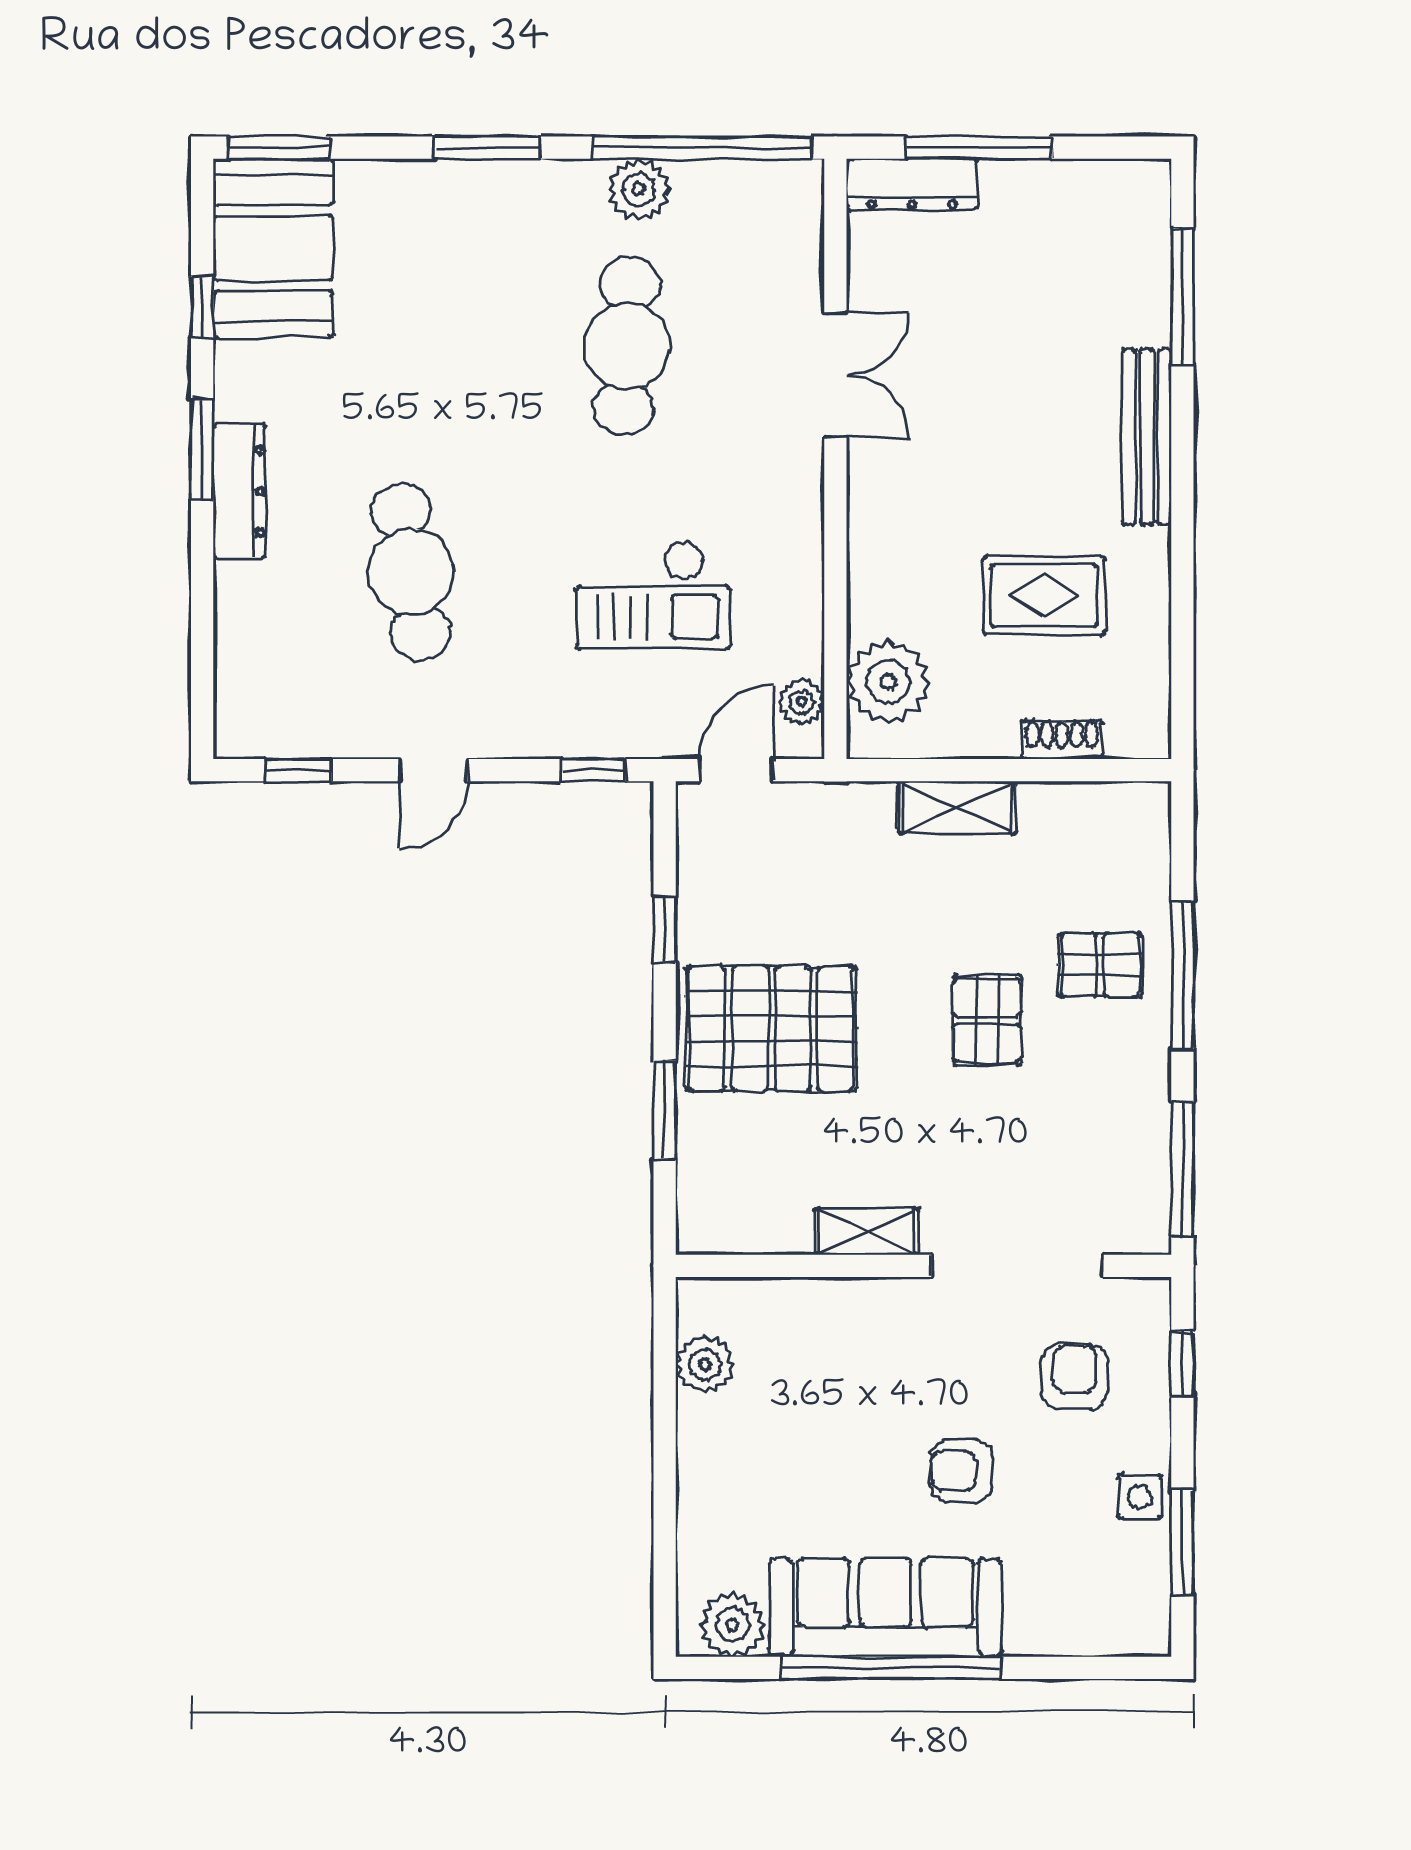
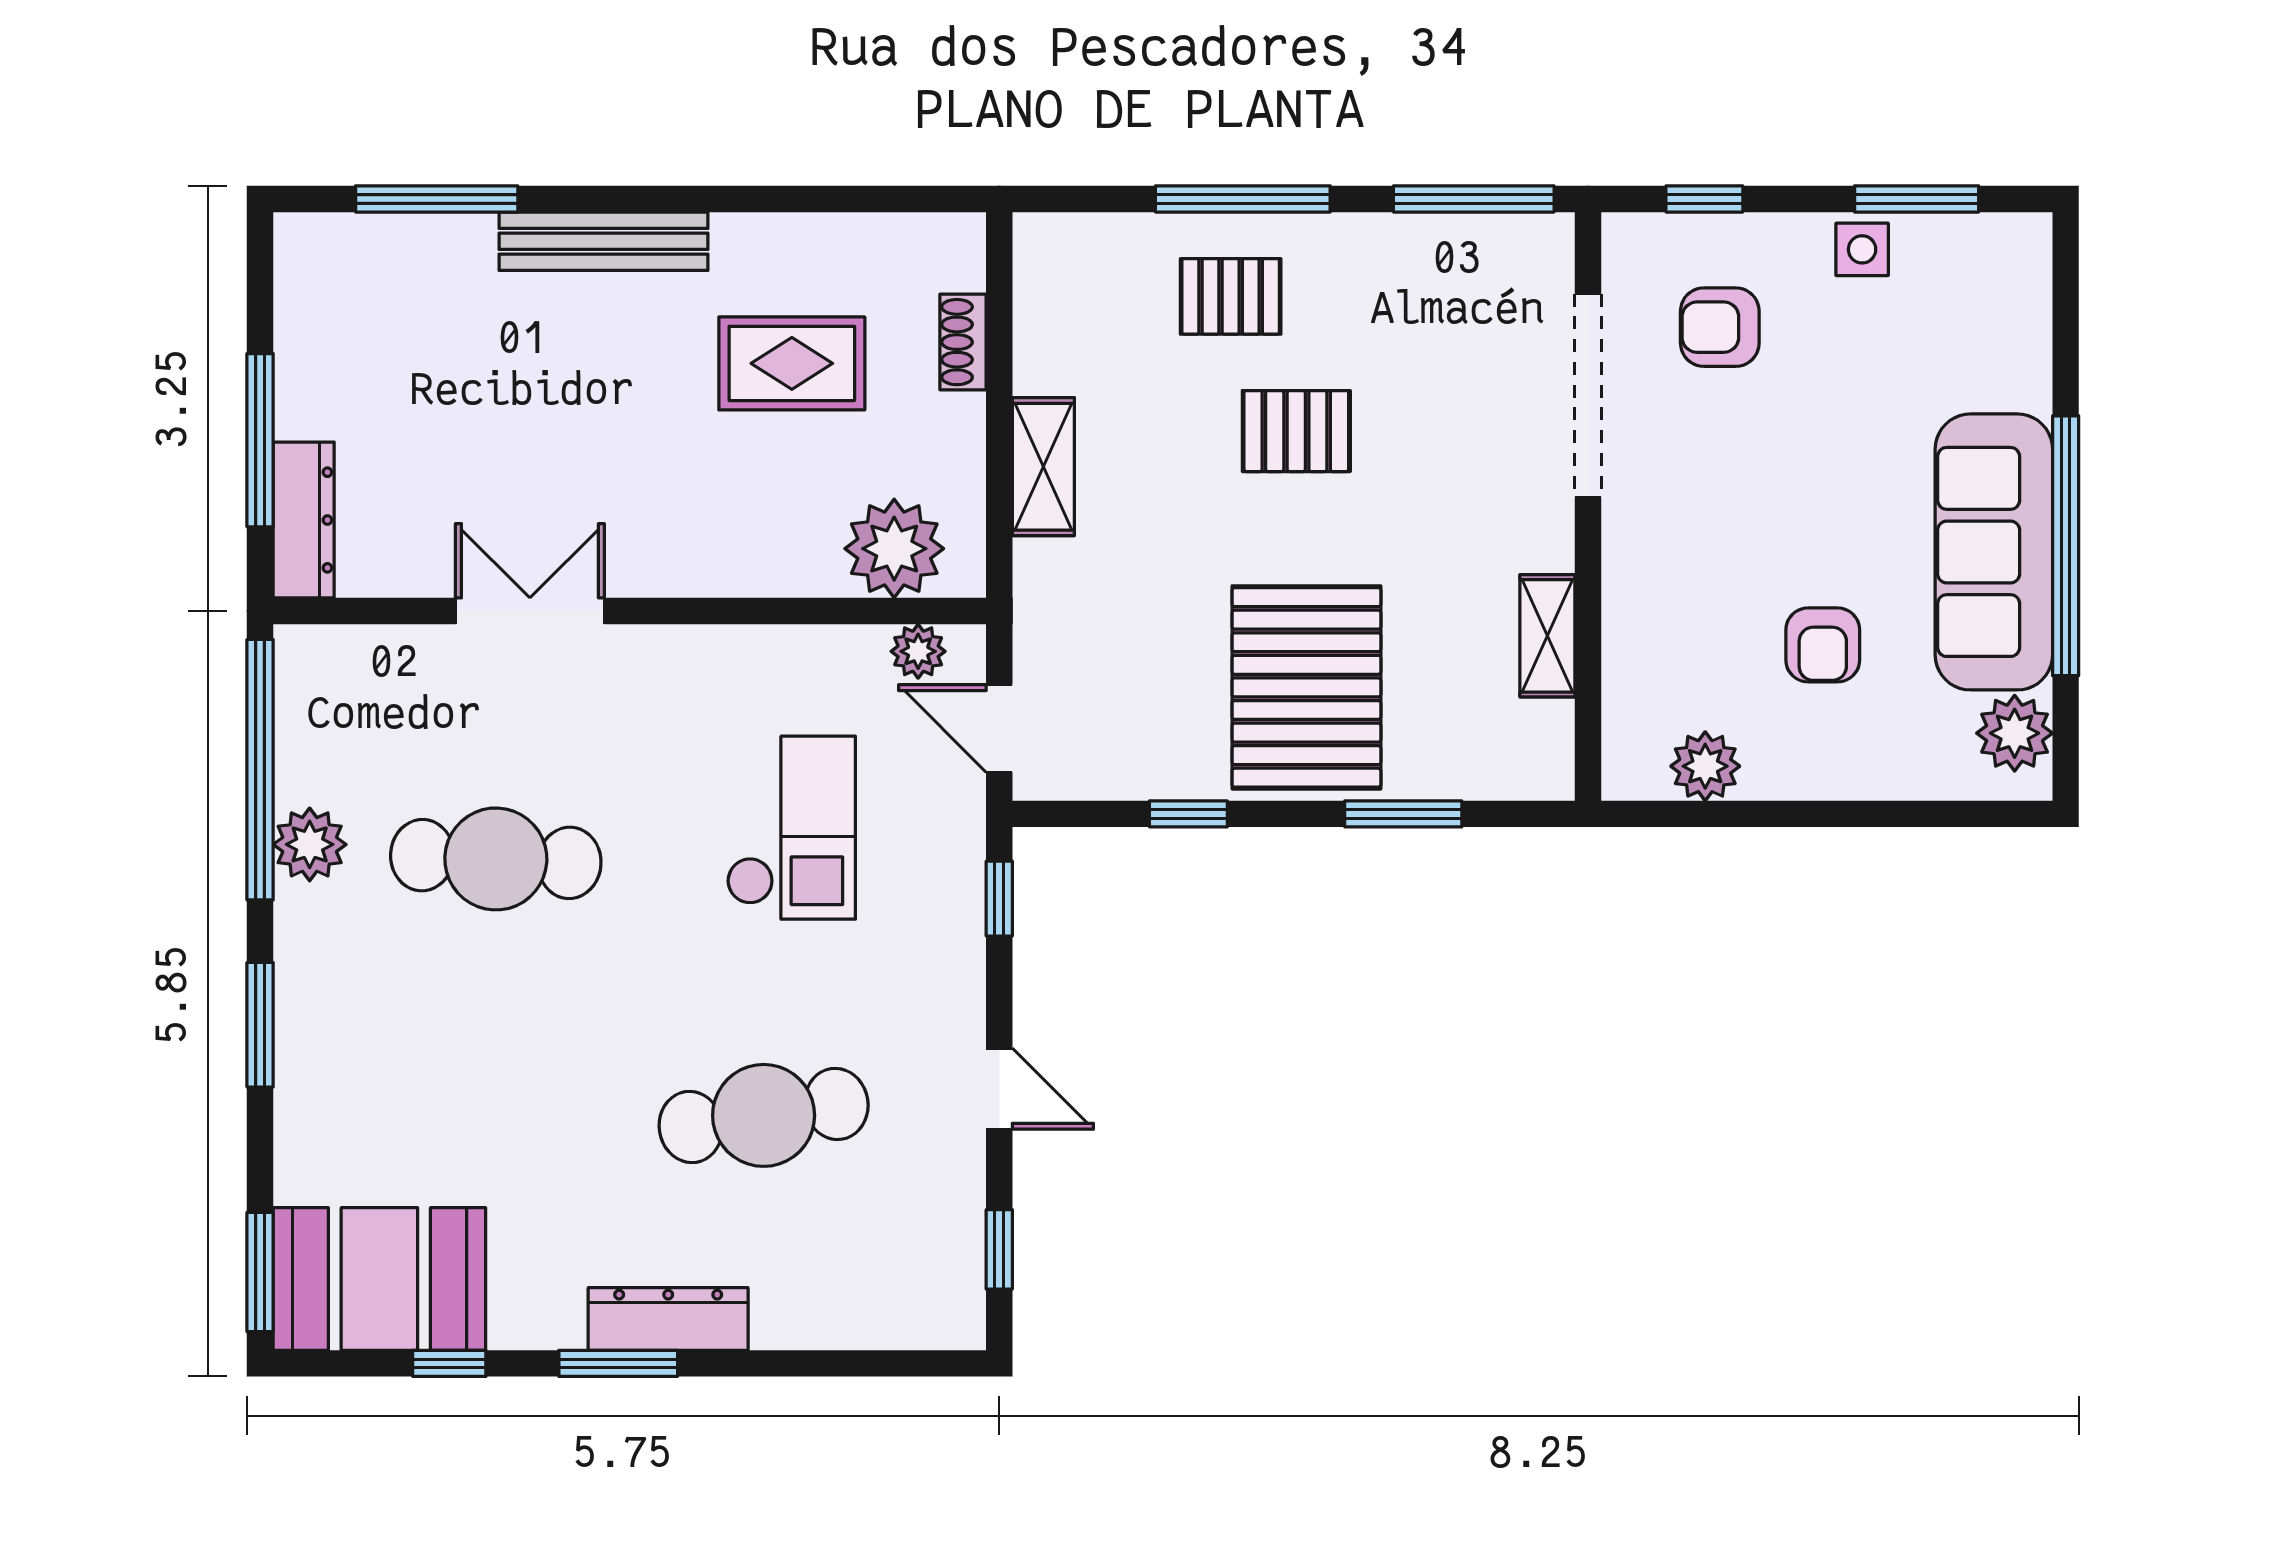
rug: (1044, 595) -> (792, 363), turned 90
pallet: (1100, 965) -> (1231, 296), turned 90
shelving: (867, 1232) -> (1547, 636), moved
armchair: (961, 1471) -> (1823, 645), moved

